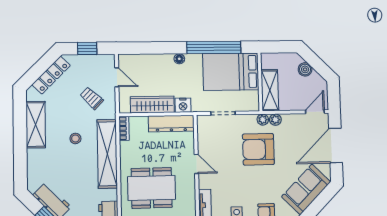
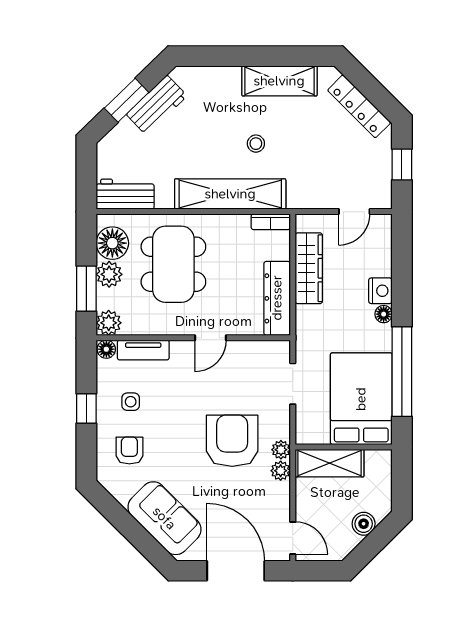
trolley: (92, 98) -> (321, 170), removed
nightstand: (183, 105) -> (380, 291), moved, turned 180

